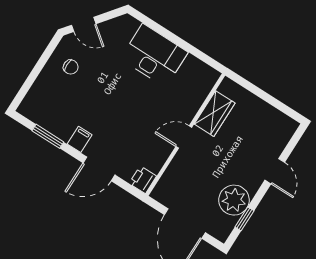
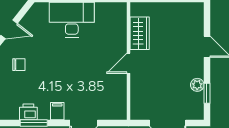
printer: (143, 180) -> (28, 112), moved, turned 90
plant: (234, 200) -> (197, 85), width x0.53, depth x0.53

